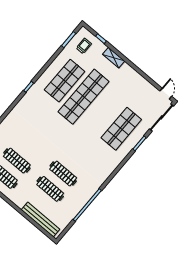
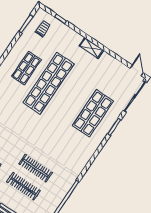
shelving: (114, 58) -> (92, 48), moved
shop shelf: (65, 81) -> (26, 68), width x0.70, depth x0.74

